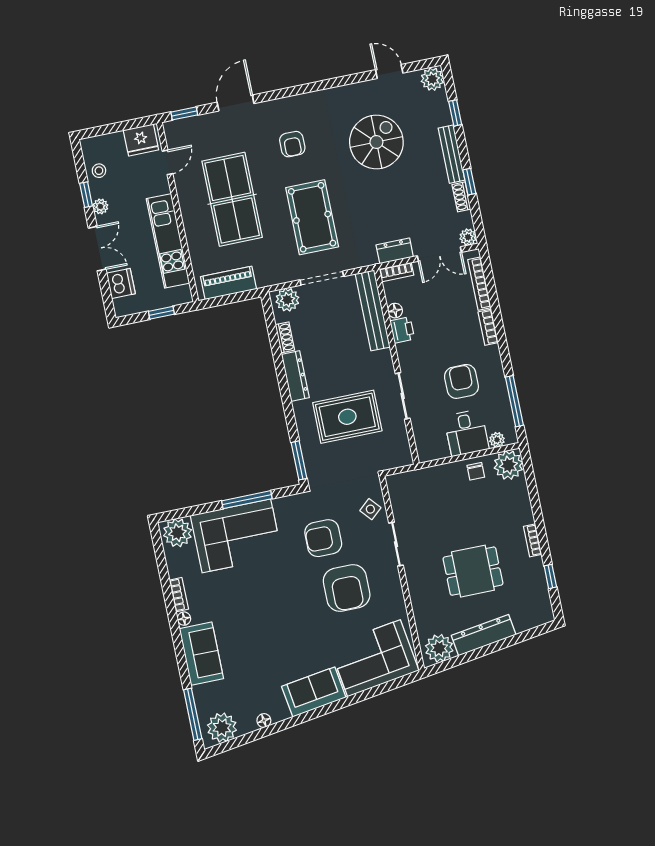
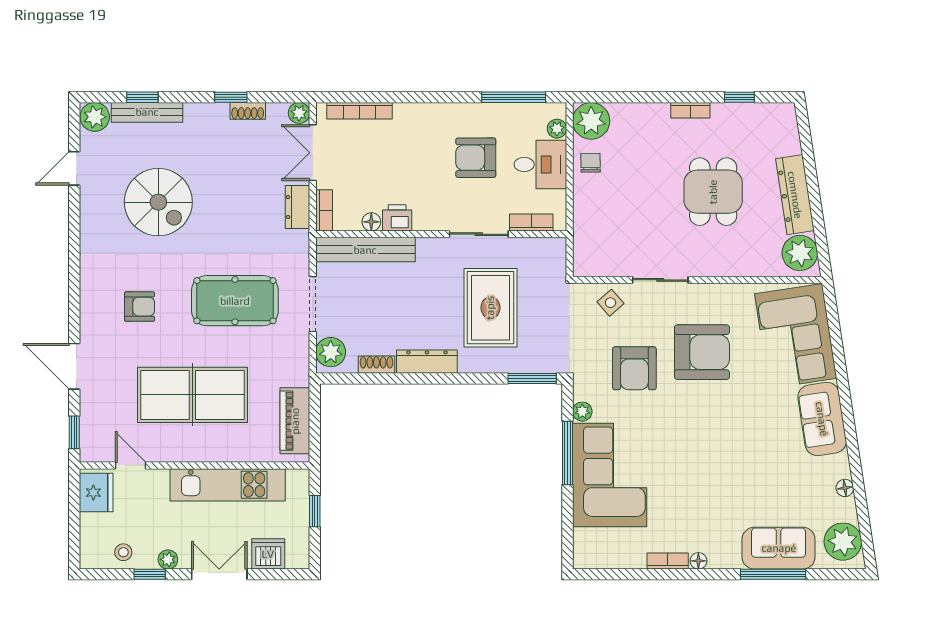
spiral stairs: (376, 142) -> (158, 202), turned 180
bench: (451, 154) -> (147, 112), moved
double door: (439, 254) -> (313, 153), swing flipped
bookcase: (488, 327) -> (531, 222), moved, turned 180
chair: (476, 471) -> (591, 163), turned -91
plant: (177, 533) -> (582, 412), moved, width x0.53, depth x0.53
sofa: (201, 654) -> (779, 548), moved
window: (193, 714) -> (773, 574), moved

